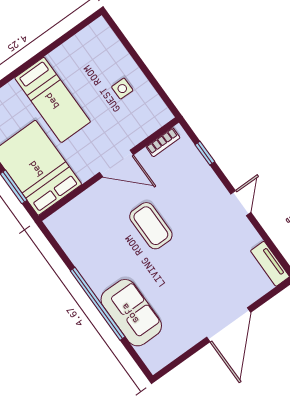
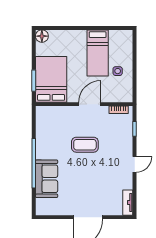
bed: (53, 100) -> (98, 53), moved
door: (116, 164) -> (90, 104), swing flipped
coffee table: (151, 226) -> (85, 145), turned 90

